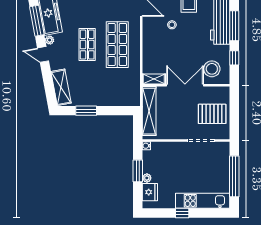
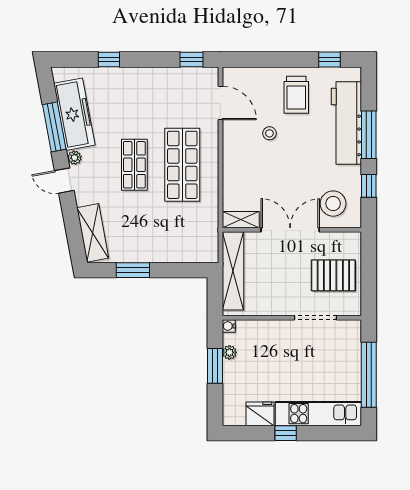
plant: (147, 178) -> (229, 352), moved
fridge: (150, 192) -> (260, 414), moved, turned -90

